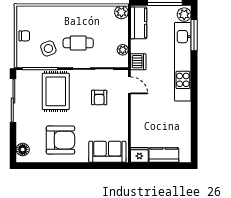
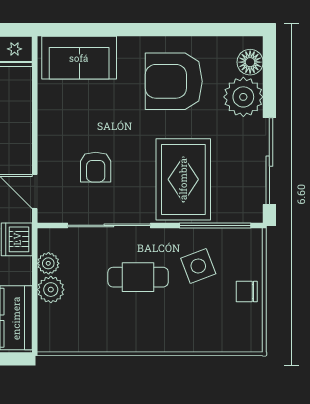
plant: (121, 12) -> (51, 290), moved
armchair: (99, 98) -> (96, 167), turned 180
plant: (26, 132) -> (243, 97), added

